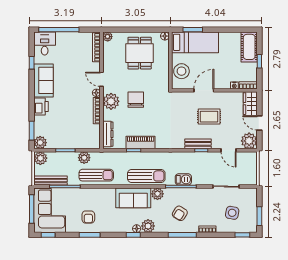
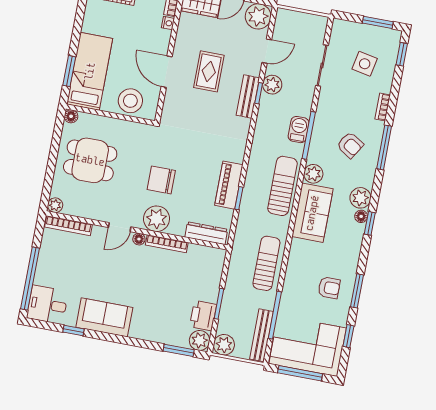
printer: (41, 107) -> (203, 316), moved, turned -90
plant: (84, 158) -> (272, 85), moved
window: (48, 235) -> (348, 336), moved

